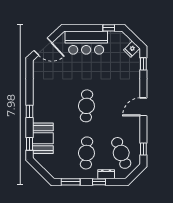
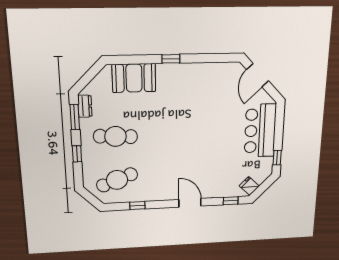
cafe table: (86, 106) -> (178, 134), removed
door: (143, 107) -> (190, 203), moved
window: (29, 144) -> (126, 60), removed
window: (143, 149) -> (137, 206), moved
dresser: (106, 174) -> (85, 106), moved

